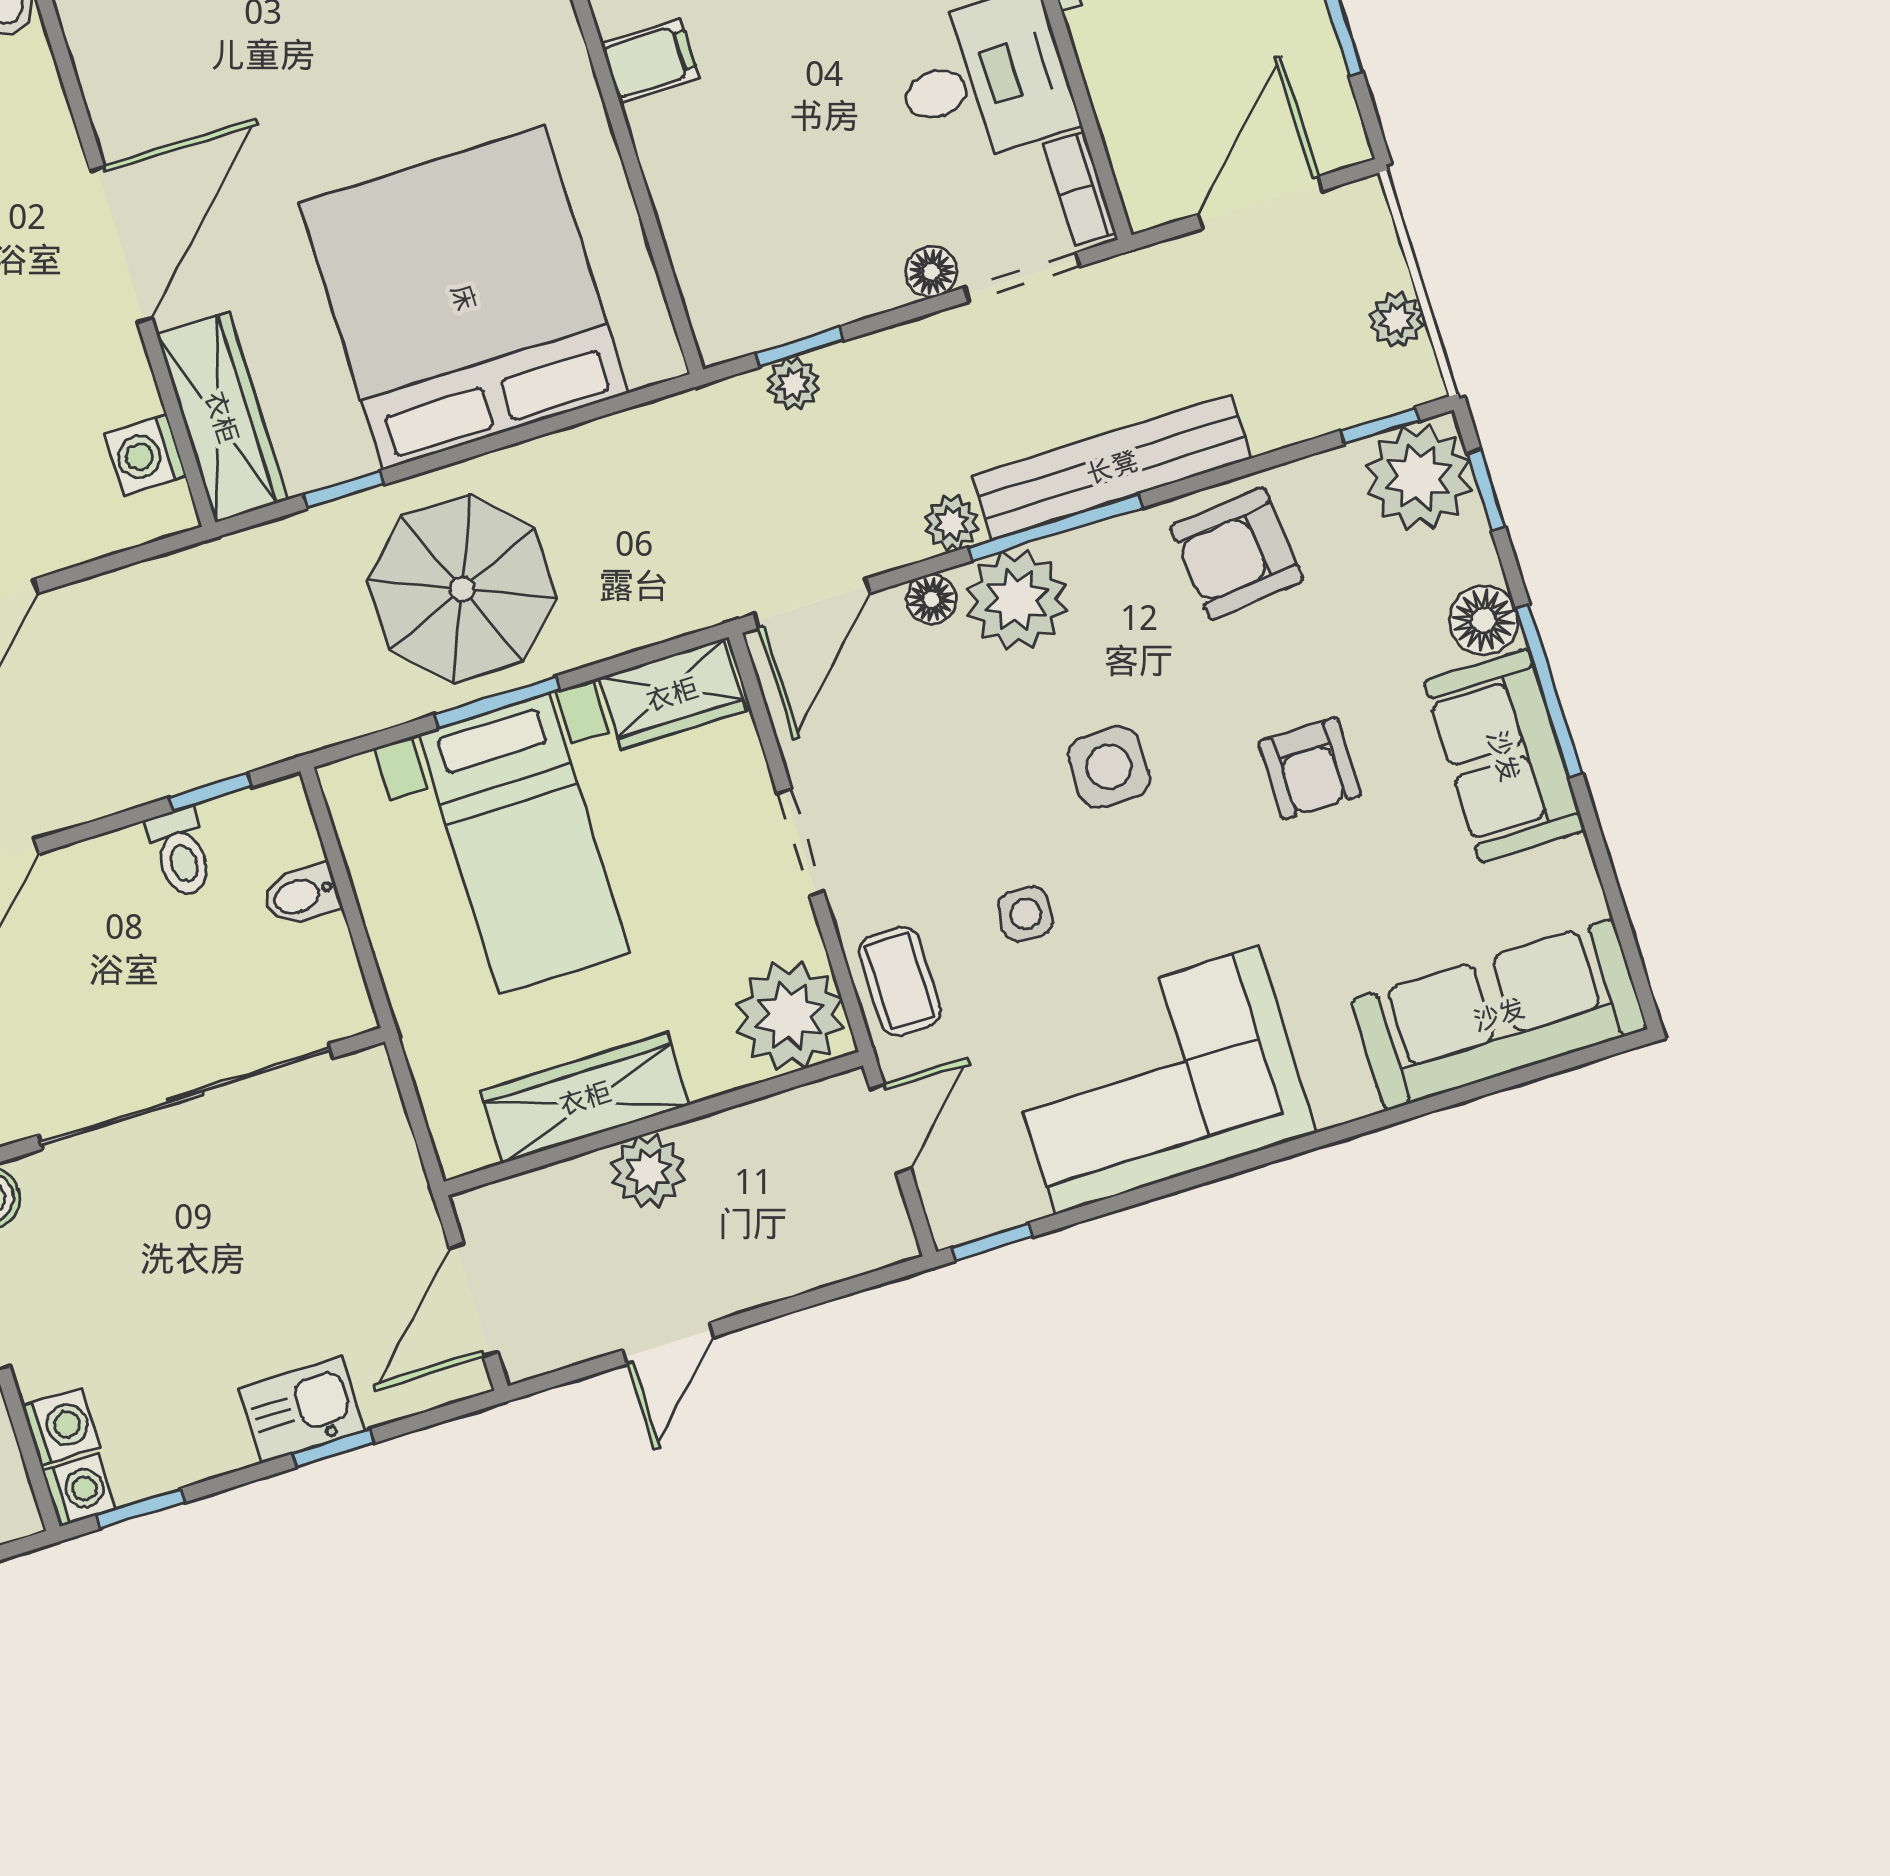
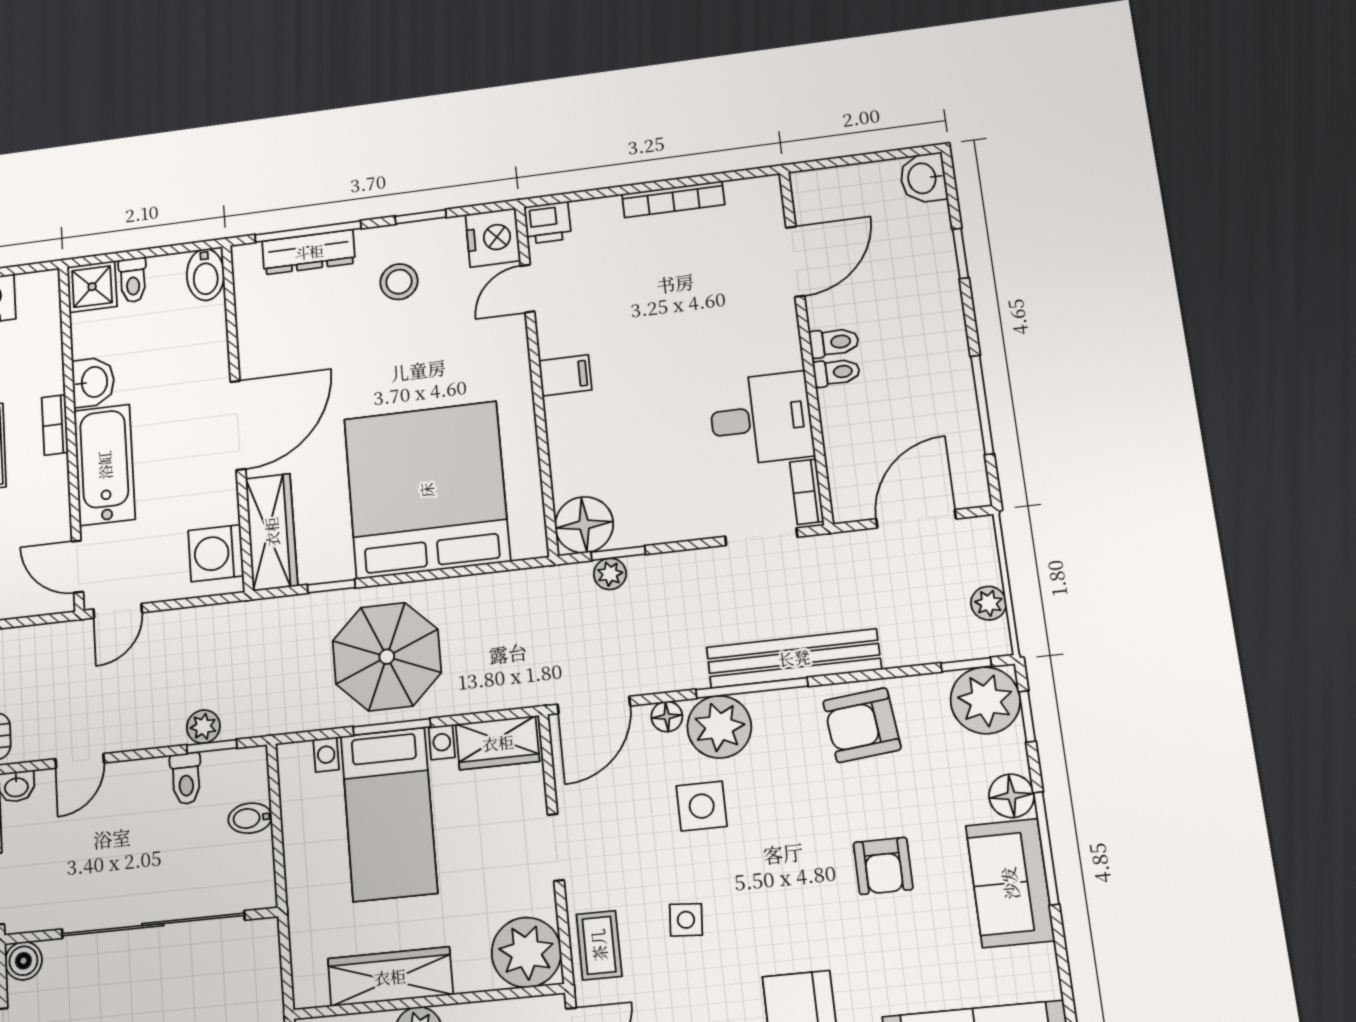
floor lamp: (931, 272) -> (584, 525), moved, width x1.89, depth x1.89
washing machine: (145, 455) -> (216, 553), width x1.38, depth x1.38
plant: (952, 523) -> (203, 727), moved
side table: (1109, 767) -> (702, 806), moved

